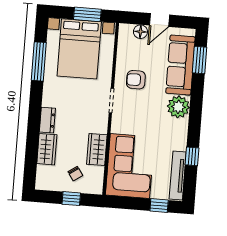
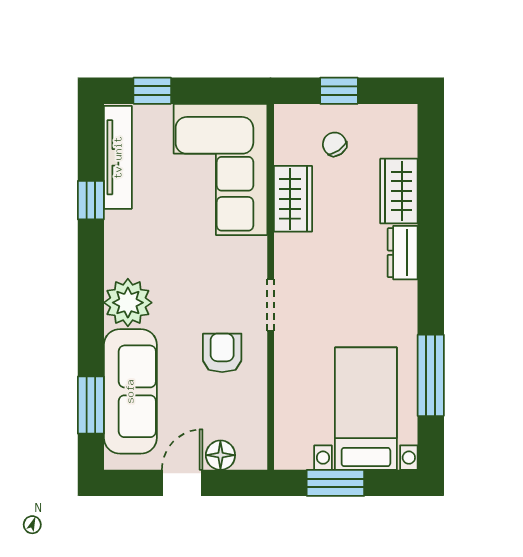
bed with nightstands: (79, 49) -> (366, 409), width x0.73
armchair: (136, 80) -> (222, 353), turned -90

